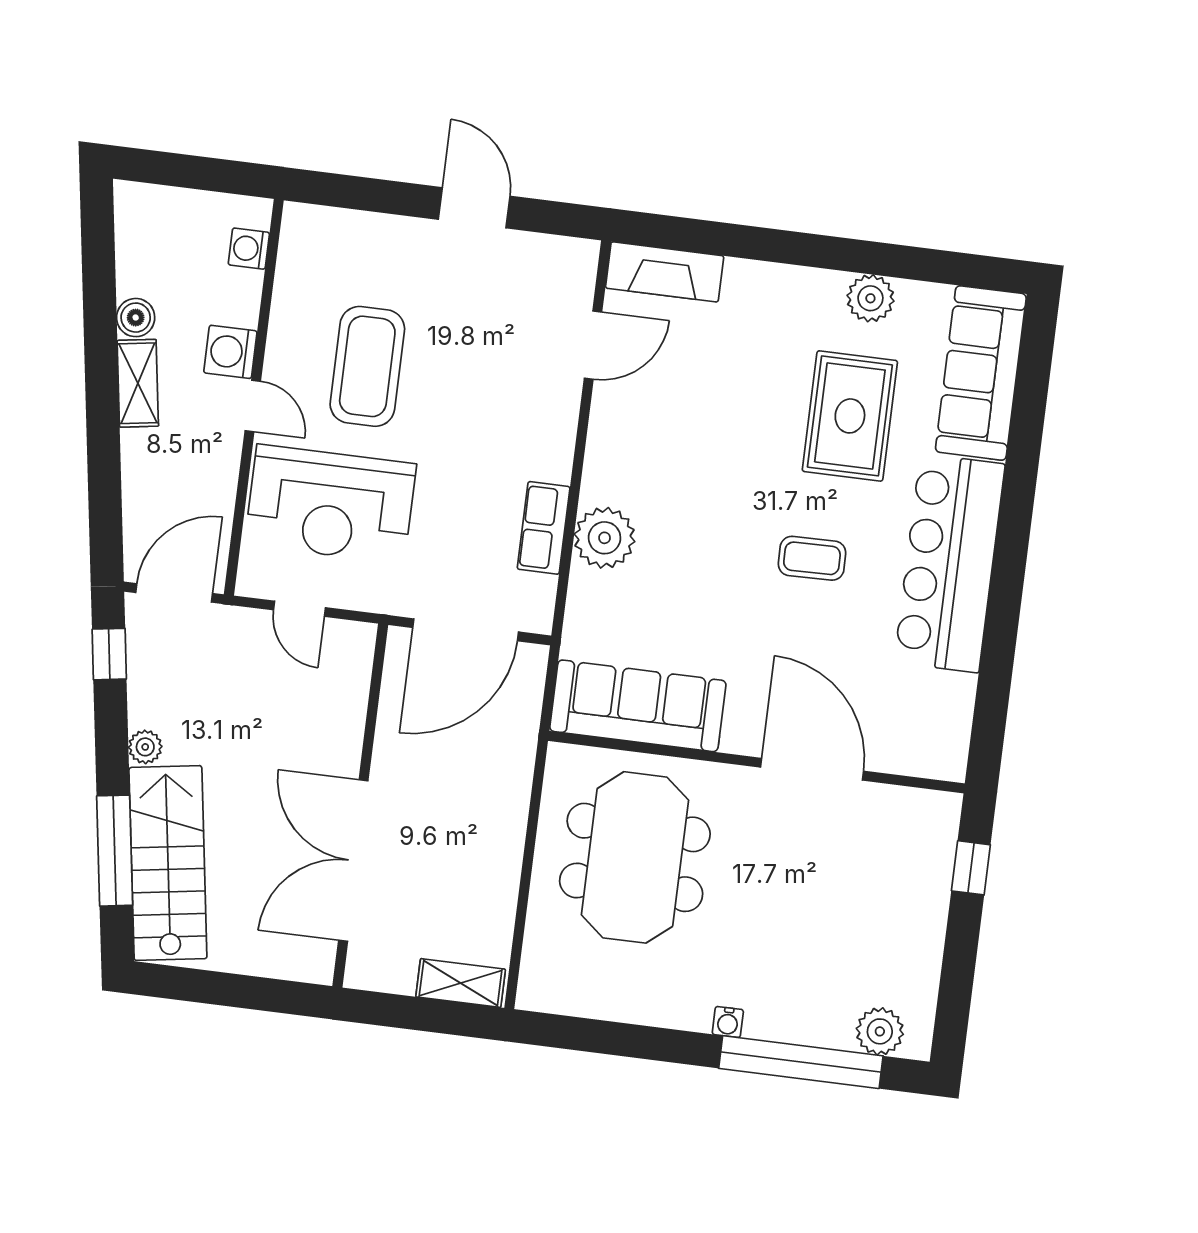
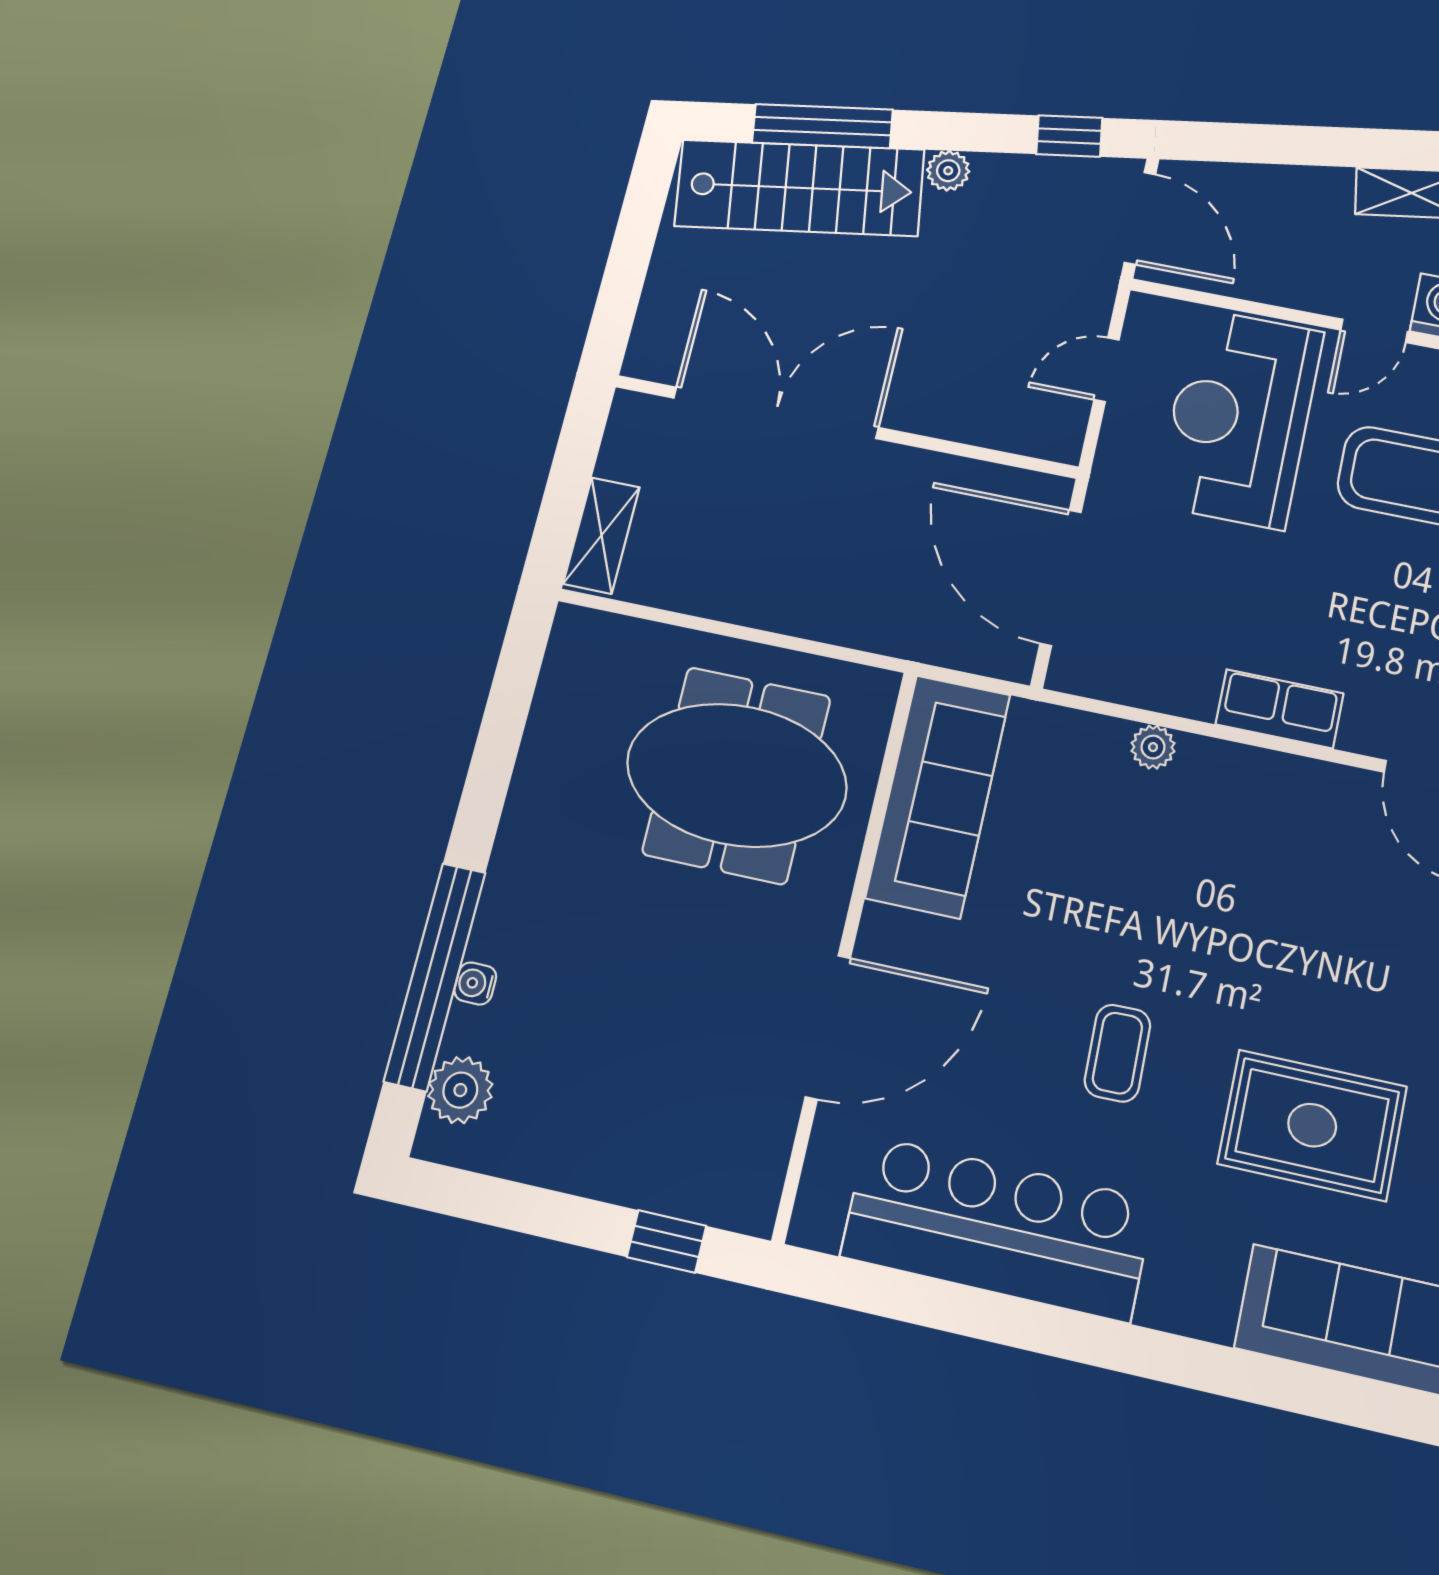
row of seats: (544, 528) -> (1280, 709), moved
plant: (605, 538) -> (1153, 747), width x0.53, depth x0.53
bar counter: (950, 563) -> (997, 1228), moved
water cooler: (728, 1022) -> (475, 983), moved

